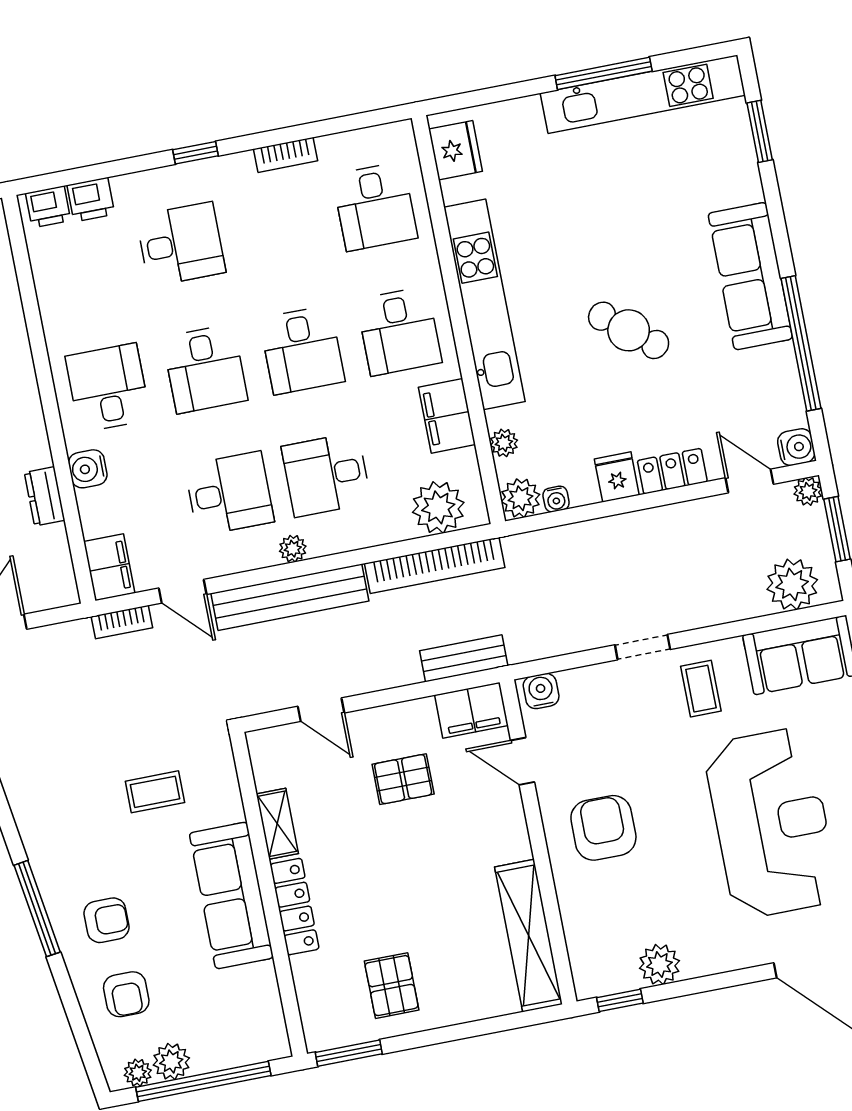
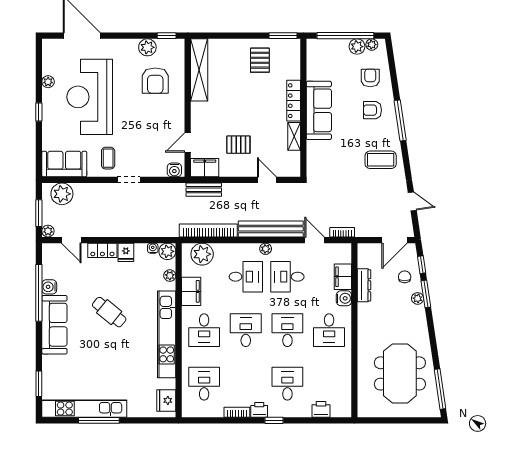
printer: (48, 207) -> (259, 410), moved
desk: (181, 244) -> (287, 384), turned 90
desk: (399, 331) -> (204, 330), turned 180
water cooler: (796, 447) -> (49, 287), moved
dresser: (45, 496) -> (364, 285), width x1.44
filing cabinet: (109, 567) -> (343, 277), moved
door: (522, 761) -> (188, 142), swing flipped
coffee table: (155, 792) -> (381, 160), moved, width x1.36, depth x1.30
armchair: (603, 828) -> (155, 81), moved

